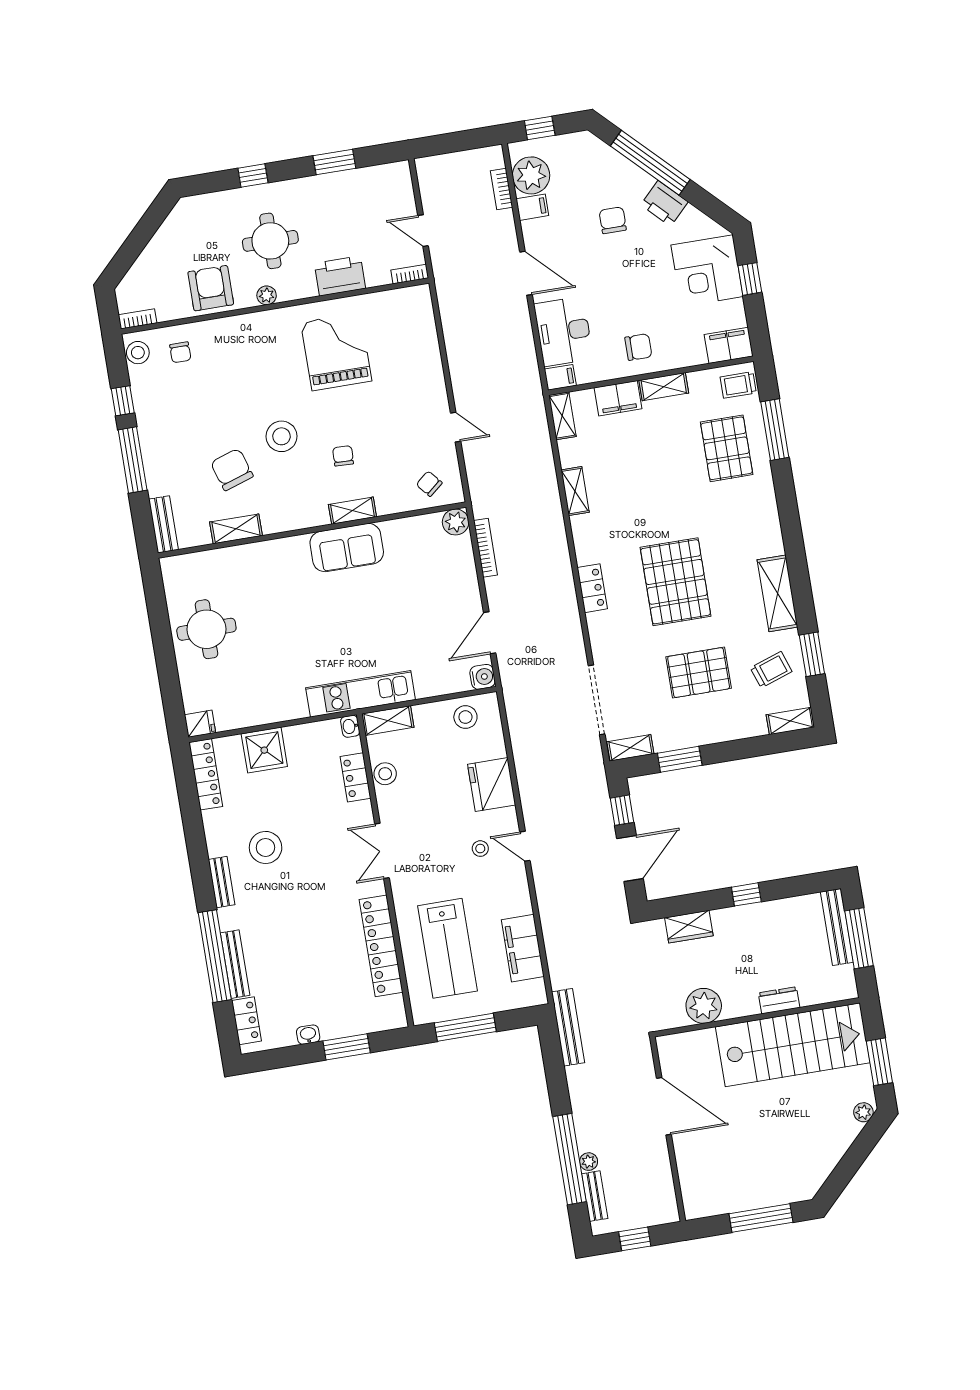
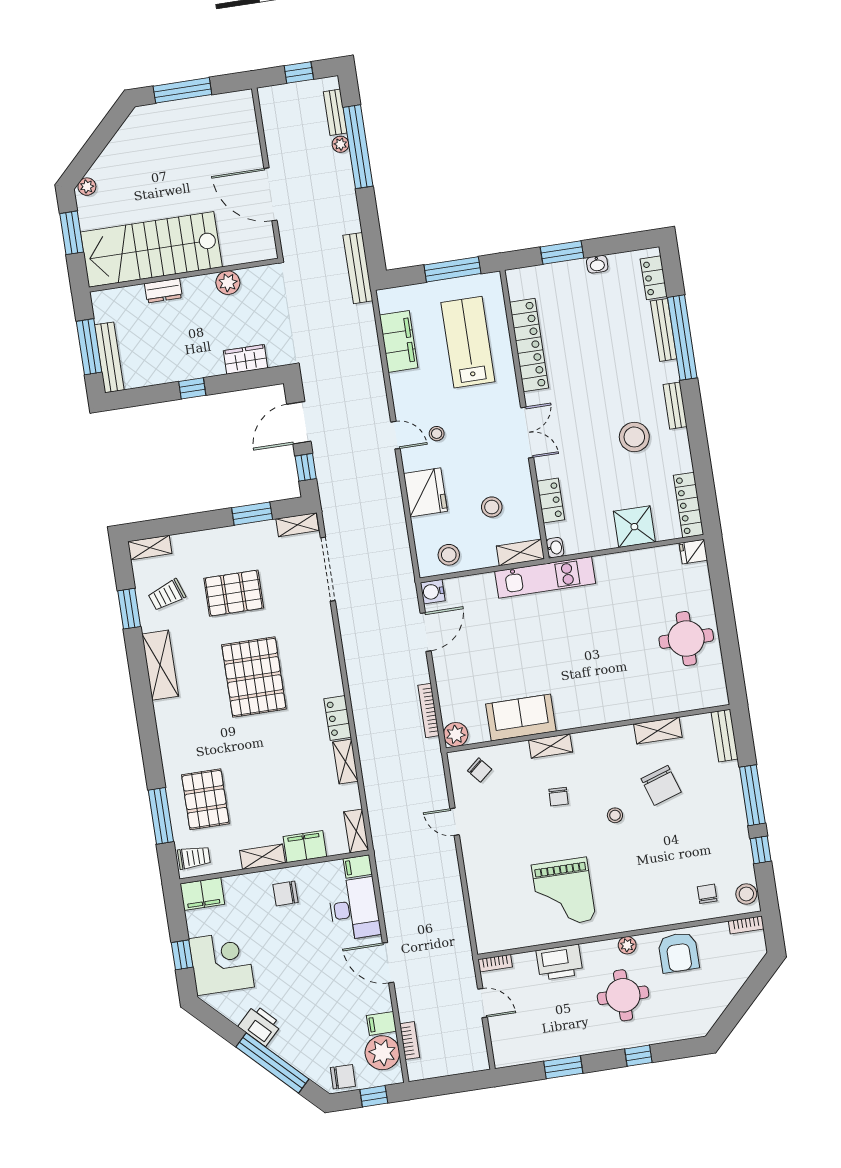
chair: (613, 220) -> (343, 1077), moved, turned -89
stool: (282, 436) -> (615, 815), width x0.53, depth x0.53
sofa: (347, 548) -> (521, 718), moved
locker: (592, 588) -> (338, 718), moved
stool: (385, 774) -> (492, 507), moved
plant: (704, 1006) -> (228, 283), width x0.73, depth x0.73

